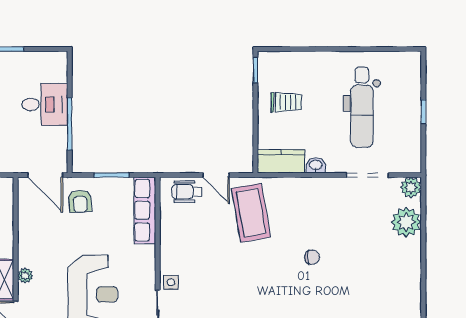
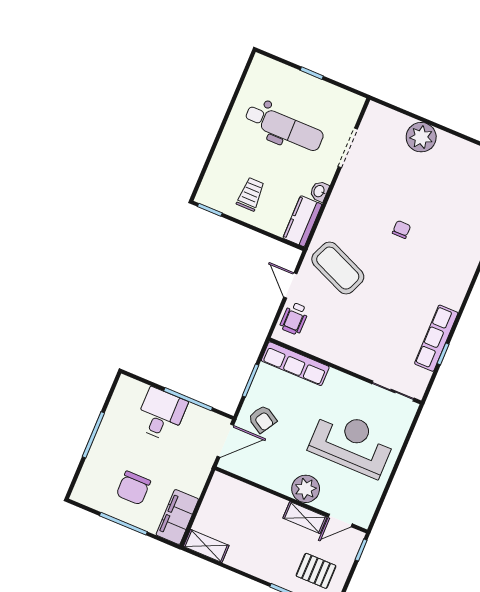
door: (216, 175) -> (290, 285), swing flipped
plant: (411, 187) -> (376, 113), removed
armchair: (80, 201) -> (262, 419), turned 34
coffee table: (251, 213) -> (338, 268), turned 33
plant: (406, 222) -> (421, 137), moved
plant: (25, 276) -> (306, 489), width x1.88, depth x1.88
side table: (171, 282) -> (371, 367), removed

